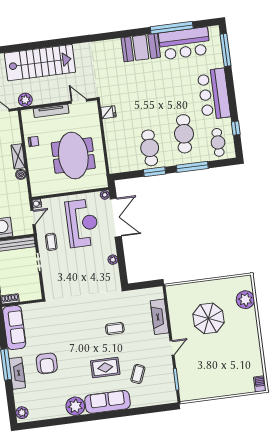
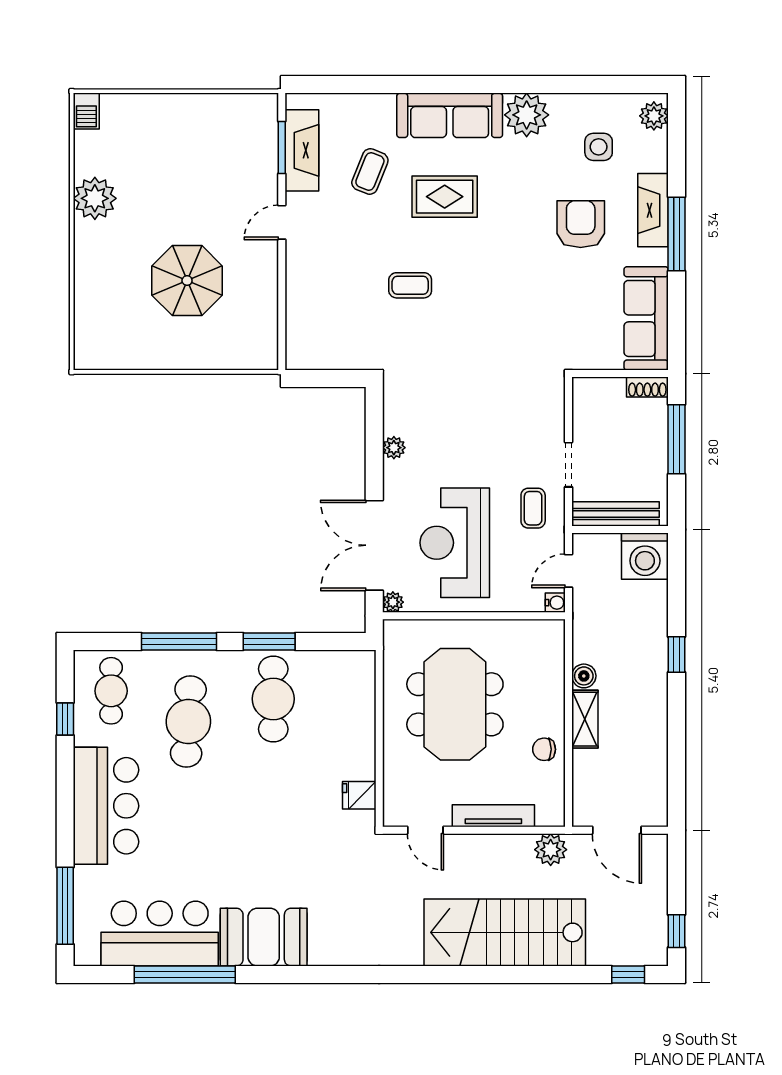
plant: (245, 300) -> (95, 198), moved
fireplace: (159, 317) -> (302, 150), moved
side table: (43, 397) -> (599, 147), added

